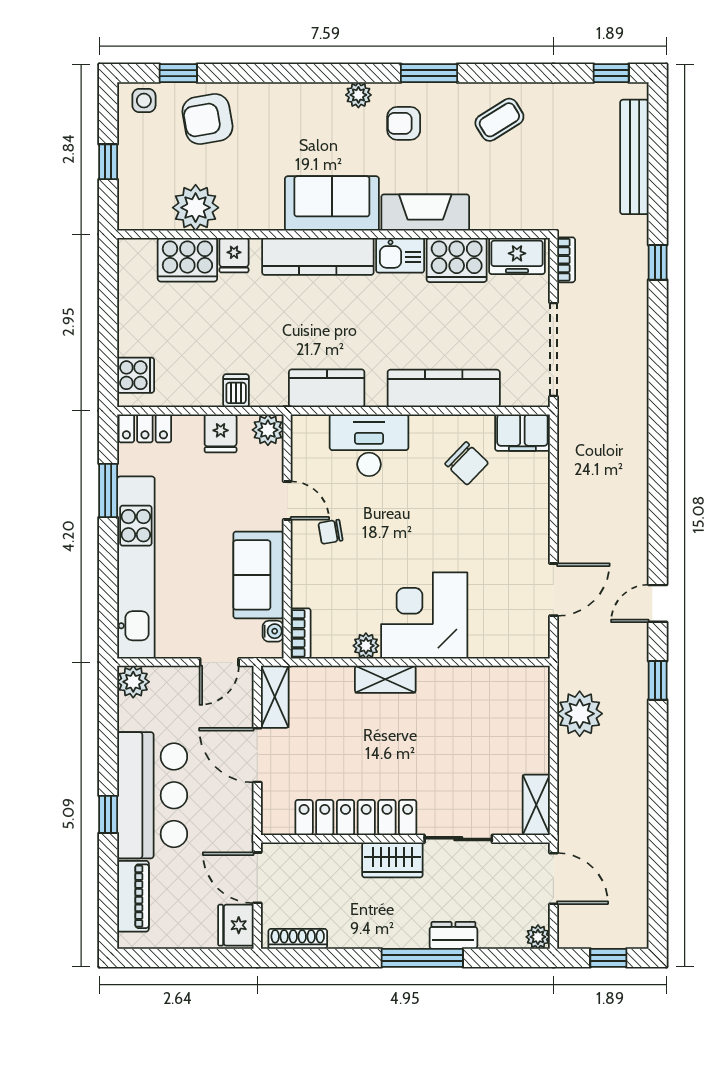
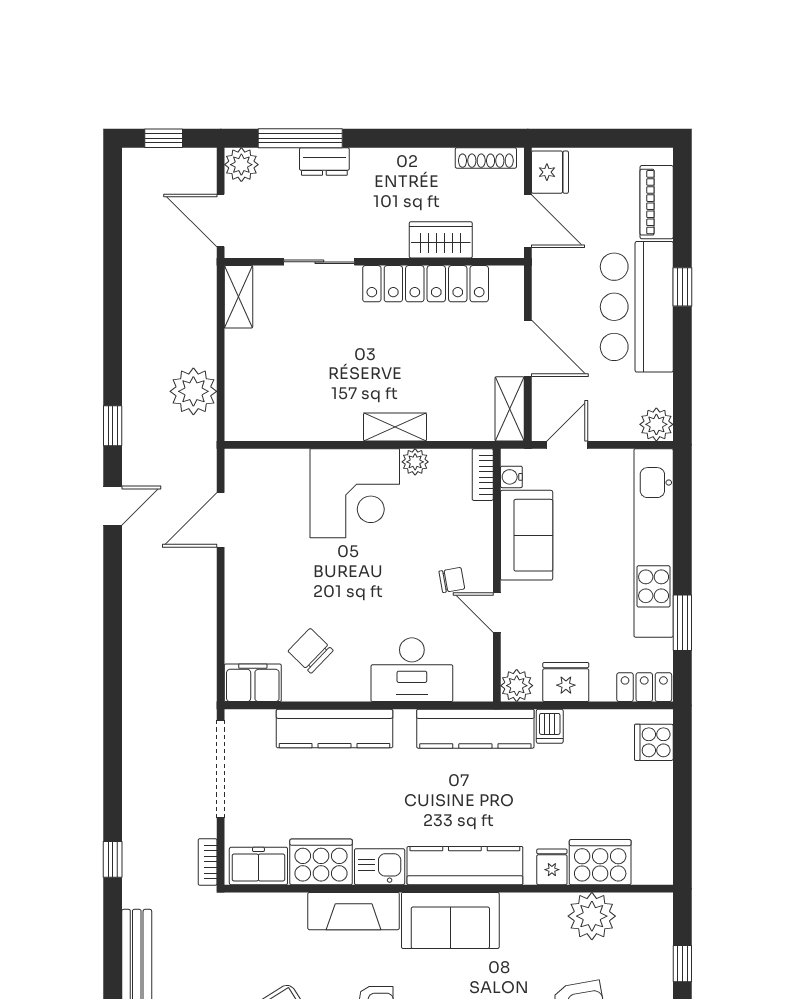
kitchen counter: (327, 388) -> (475, 729), width x1.50
fridge: (221, 433) -> (566, 682), width x1.38
wardrobe: (392, 860) -> (441, 240), moved
plant: (538, 937) -> (241, 165), width x1.38, depth x1.38
window: (422, 958) -> (300, 138), moved

